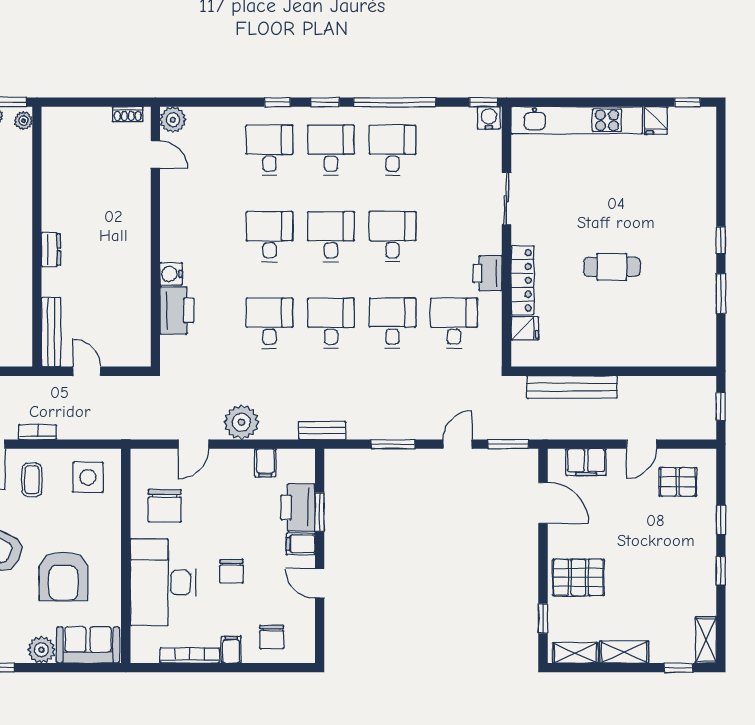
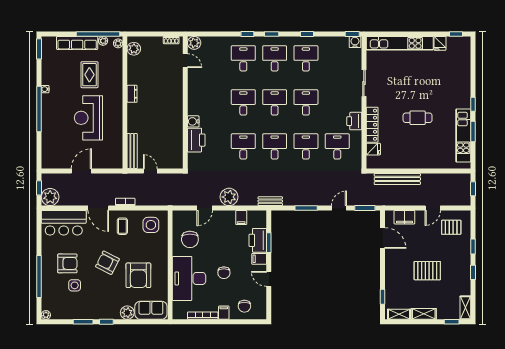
window: (395, 102) -> (307, 34), width x0.32
plant: (54, 131) -> (134, 49), added
dresser: (51, 249) -> (132, 94), moved
kitchen unit: (702, 302) -> (463, 135), added
pallet: (578, 577) -> (427, 271), moved

